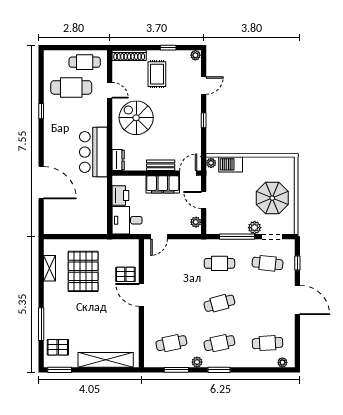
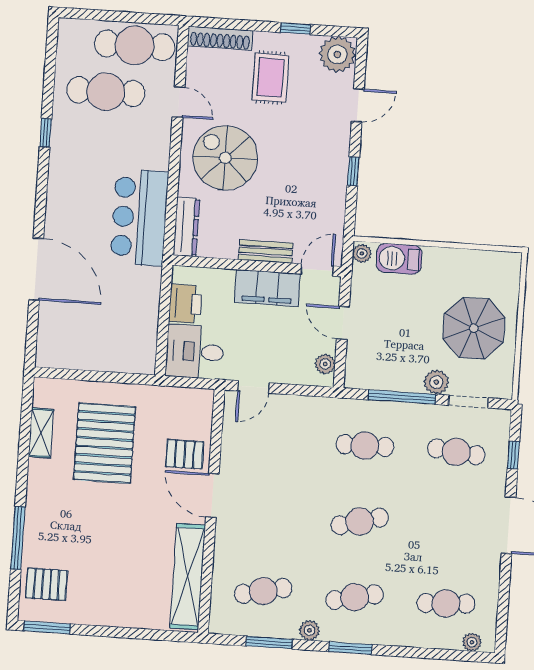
plant: (195, 55) -> (337, 54), width x1.87, depth x1.87
cafe table: (85, 62) -> (135, 45), width x1.37, depth x1.35
dresser: (118, 160) -> (186, 227), width x1.44
shelving: (106, 360) -> (188, 577), moved, turned 90

